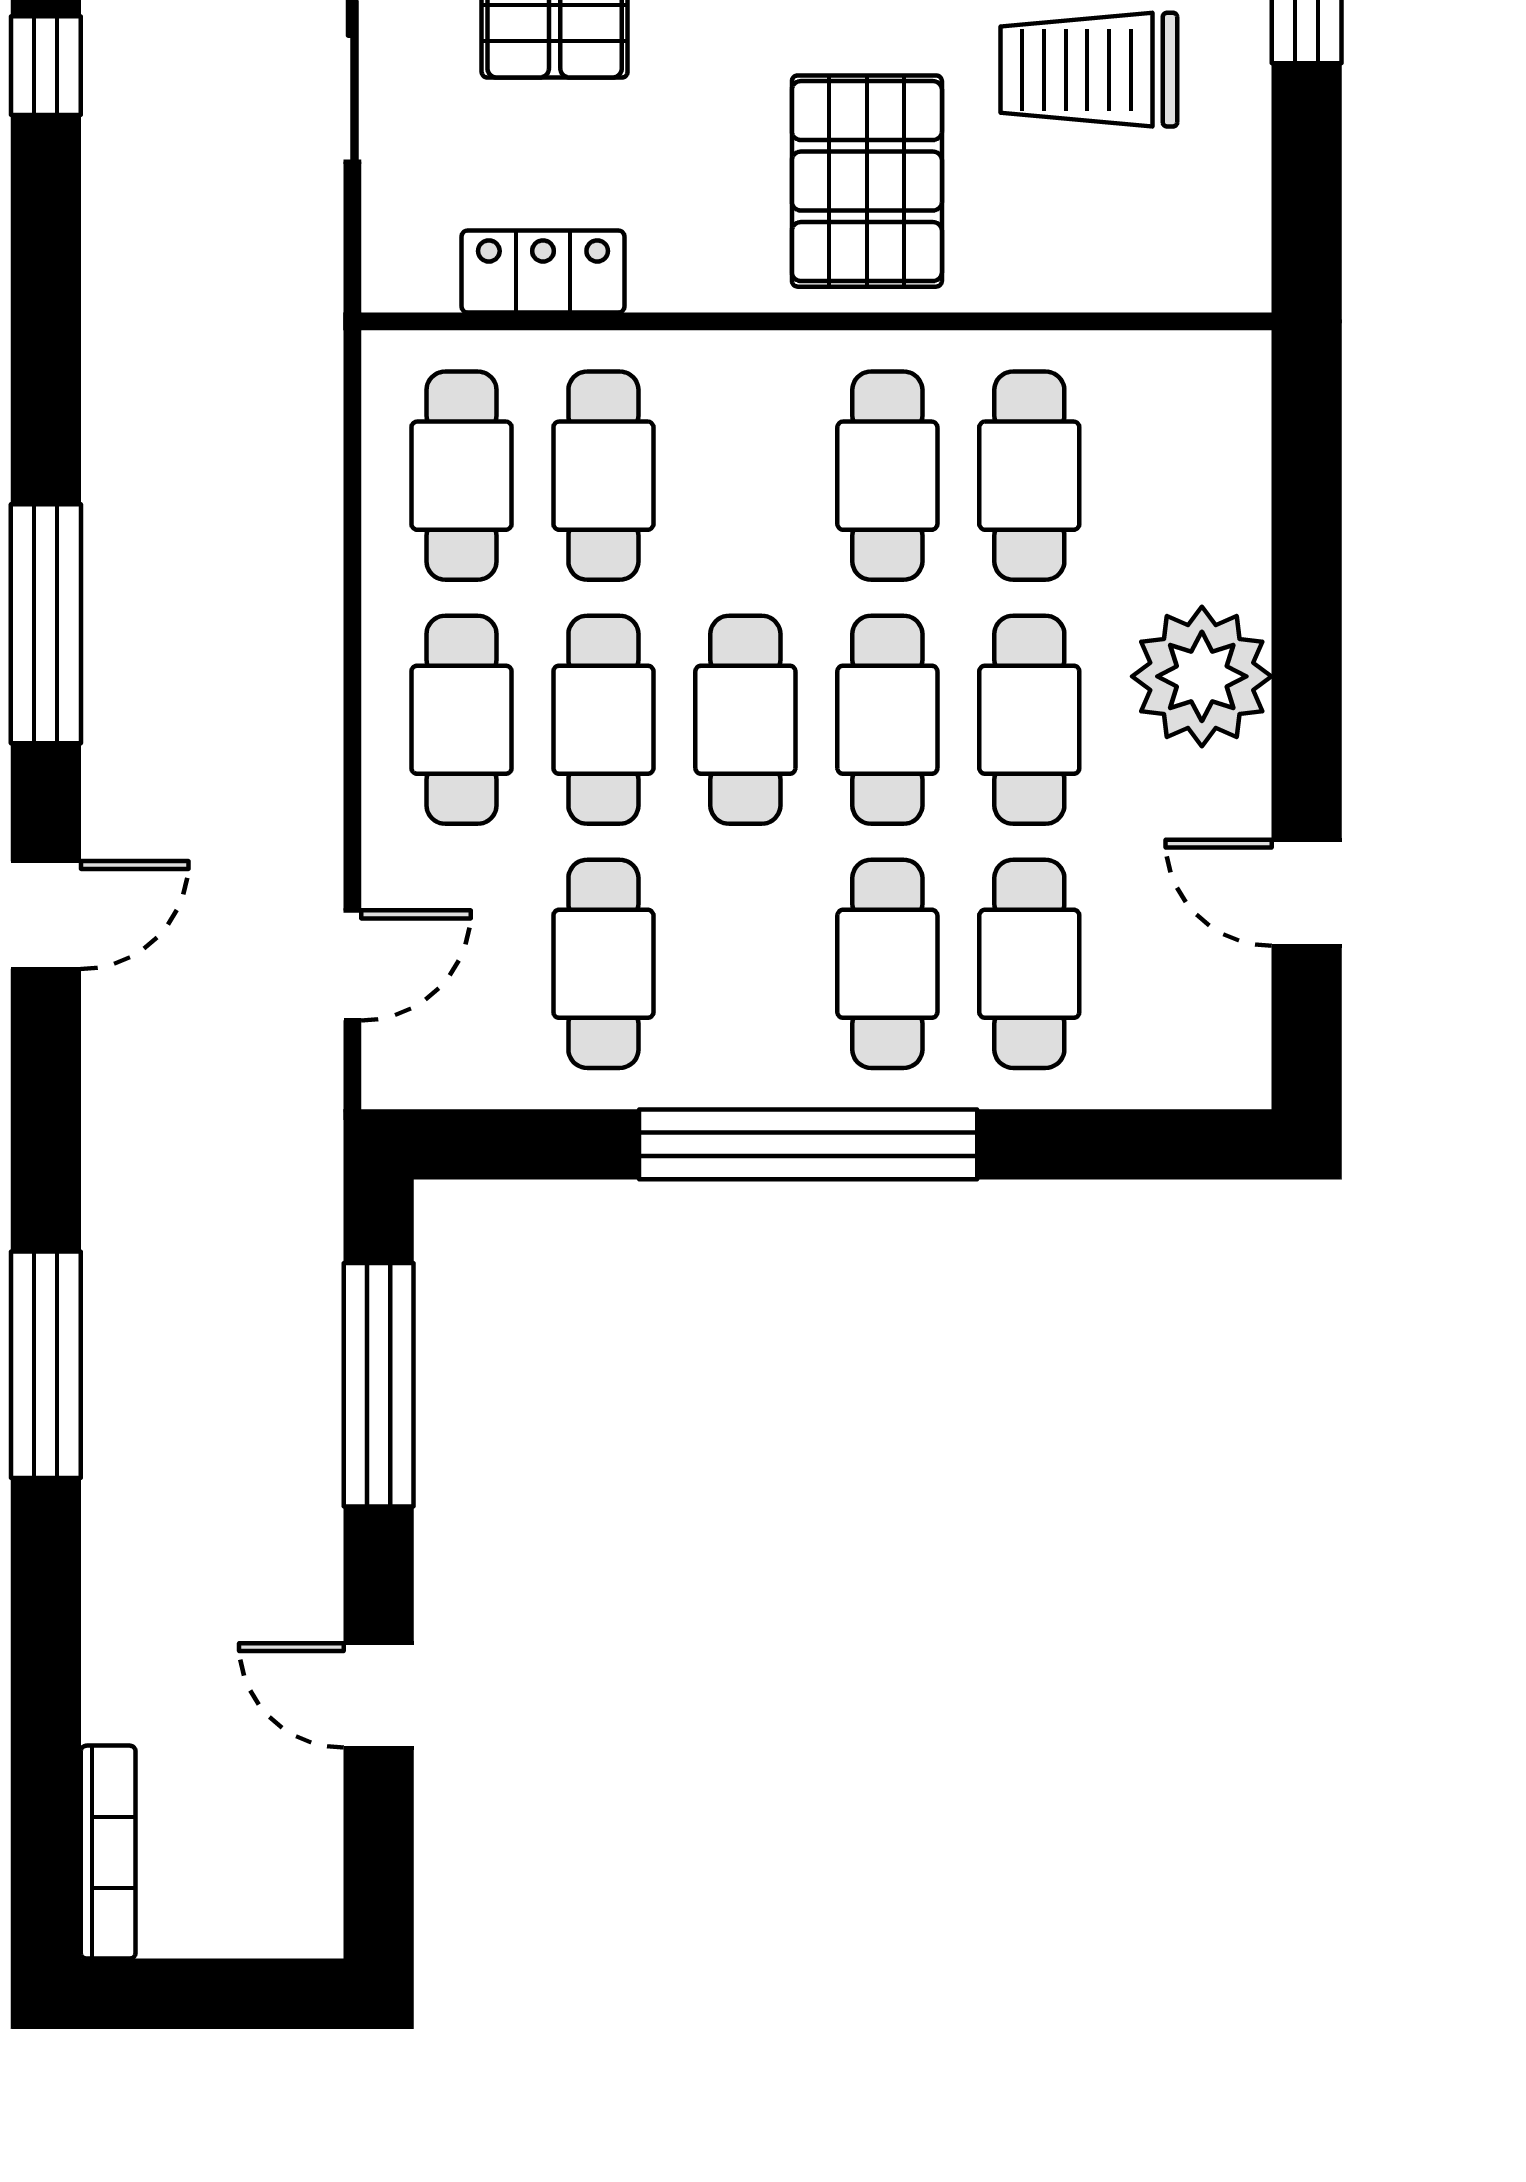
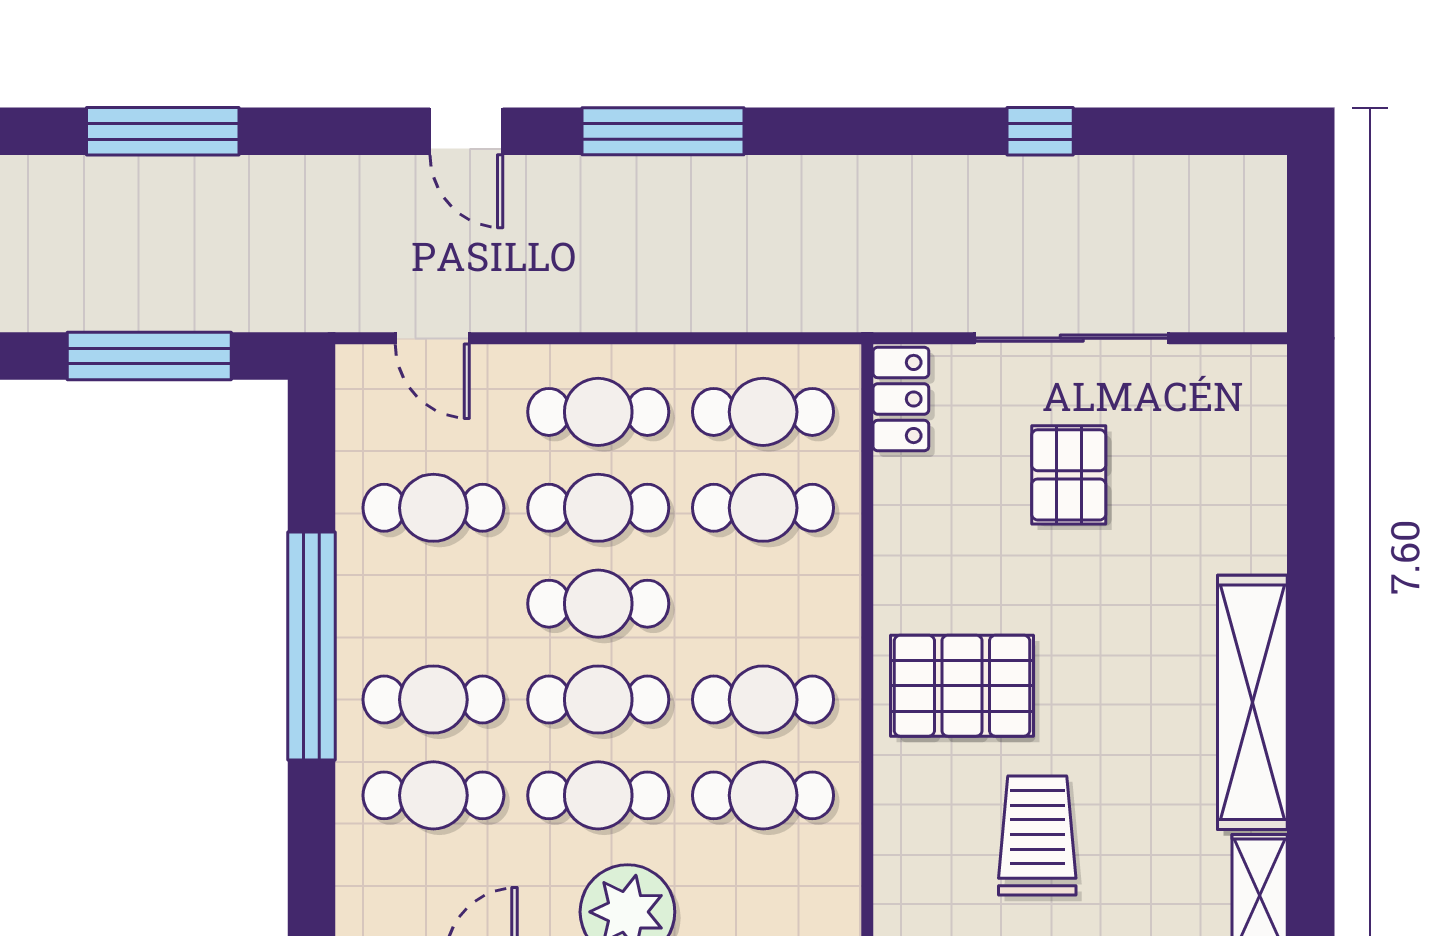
locker: (543, 272) -> (901, 399), moved

